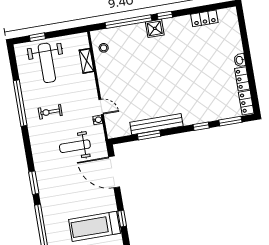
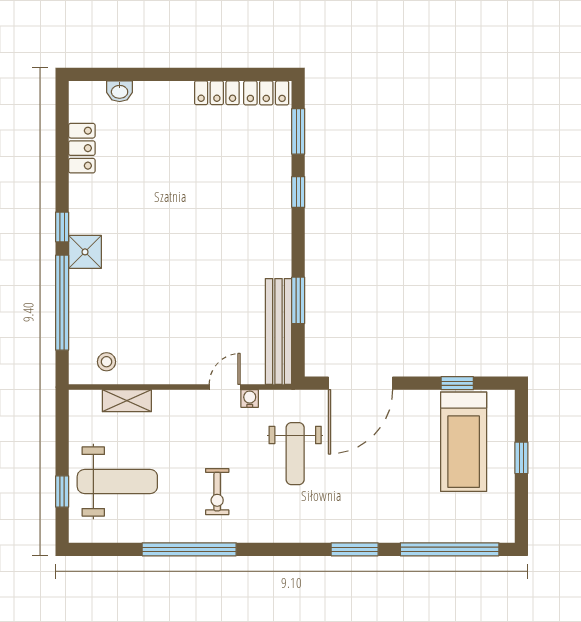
washbasin: (240, 60) -> (120, 91), moved
bench: (156, 124) -> (279, 331), moved

